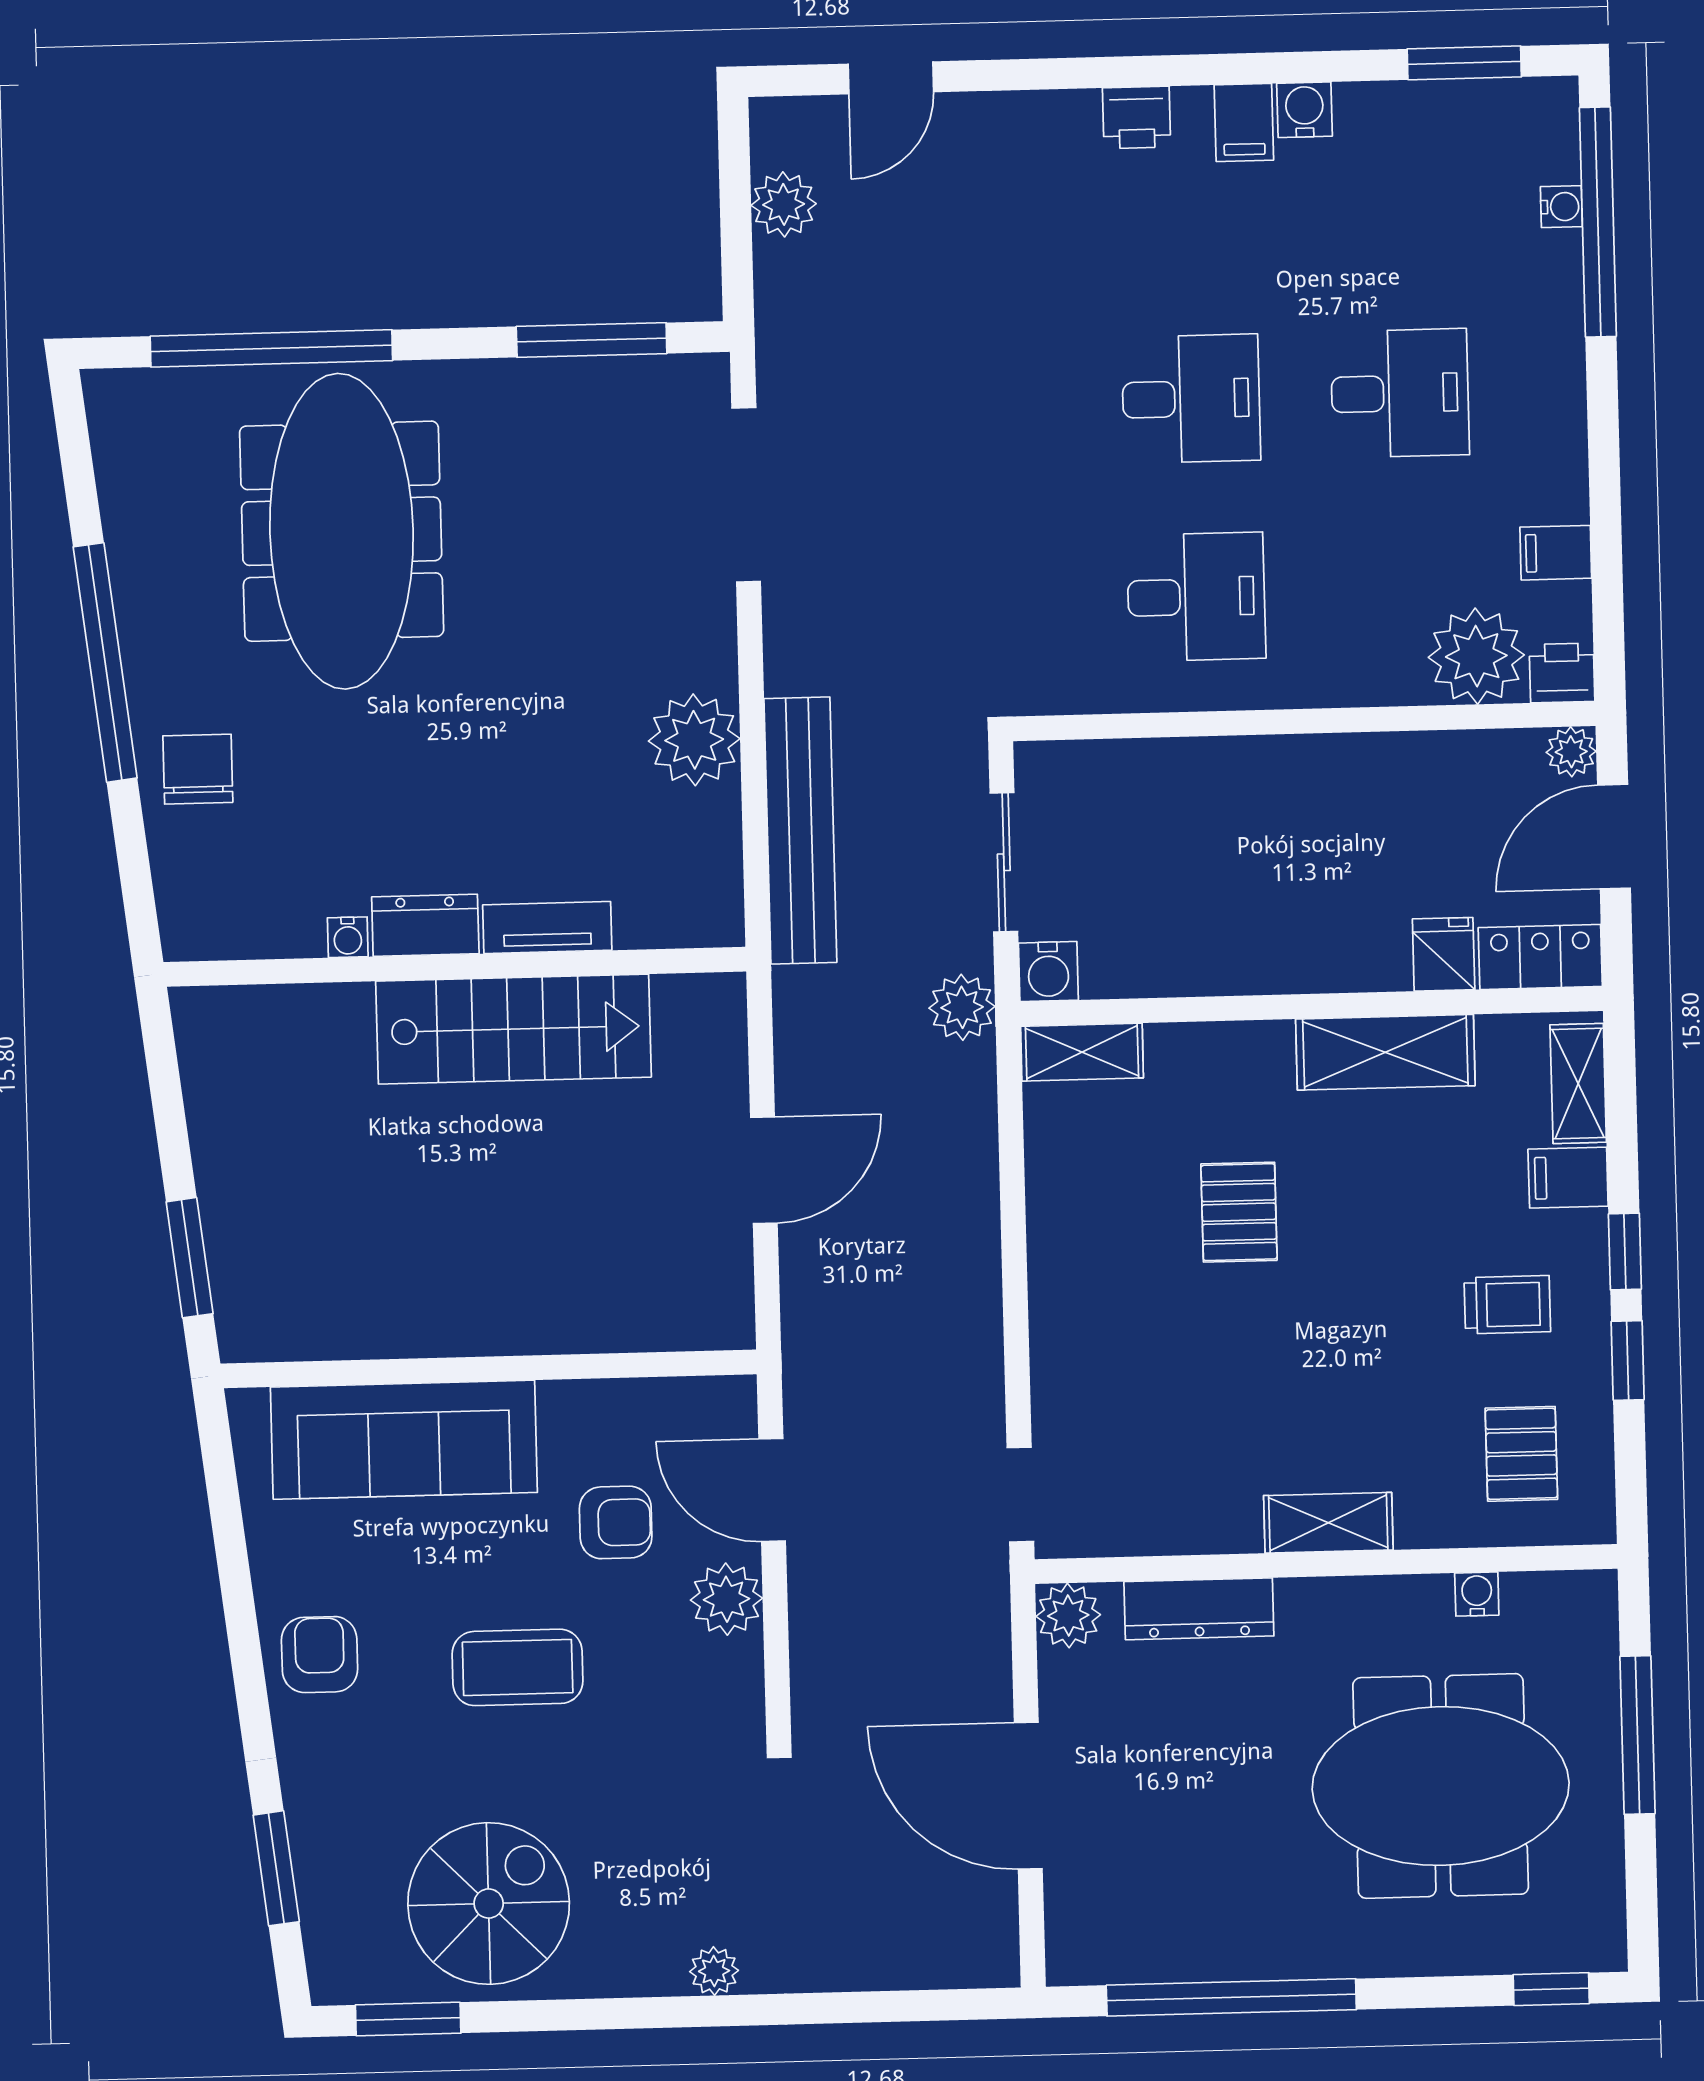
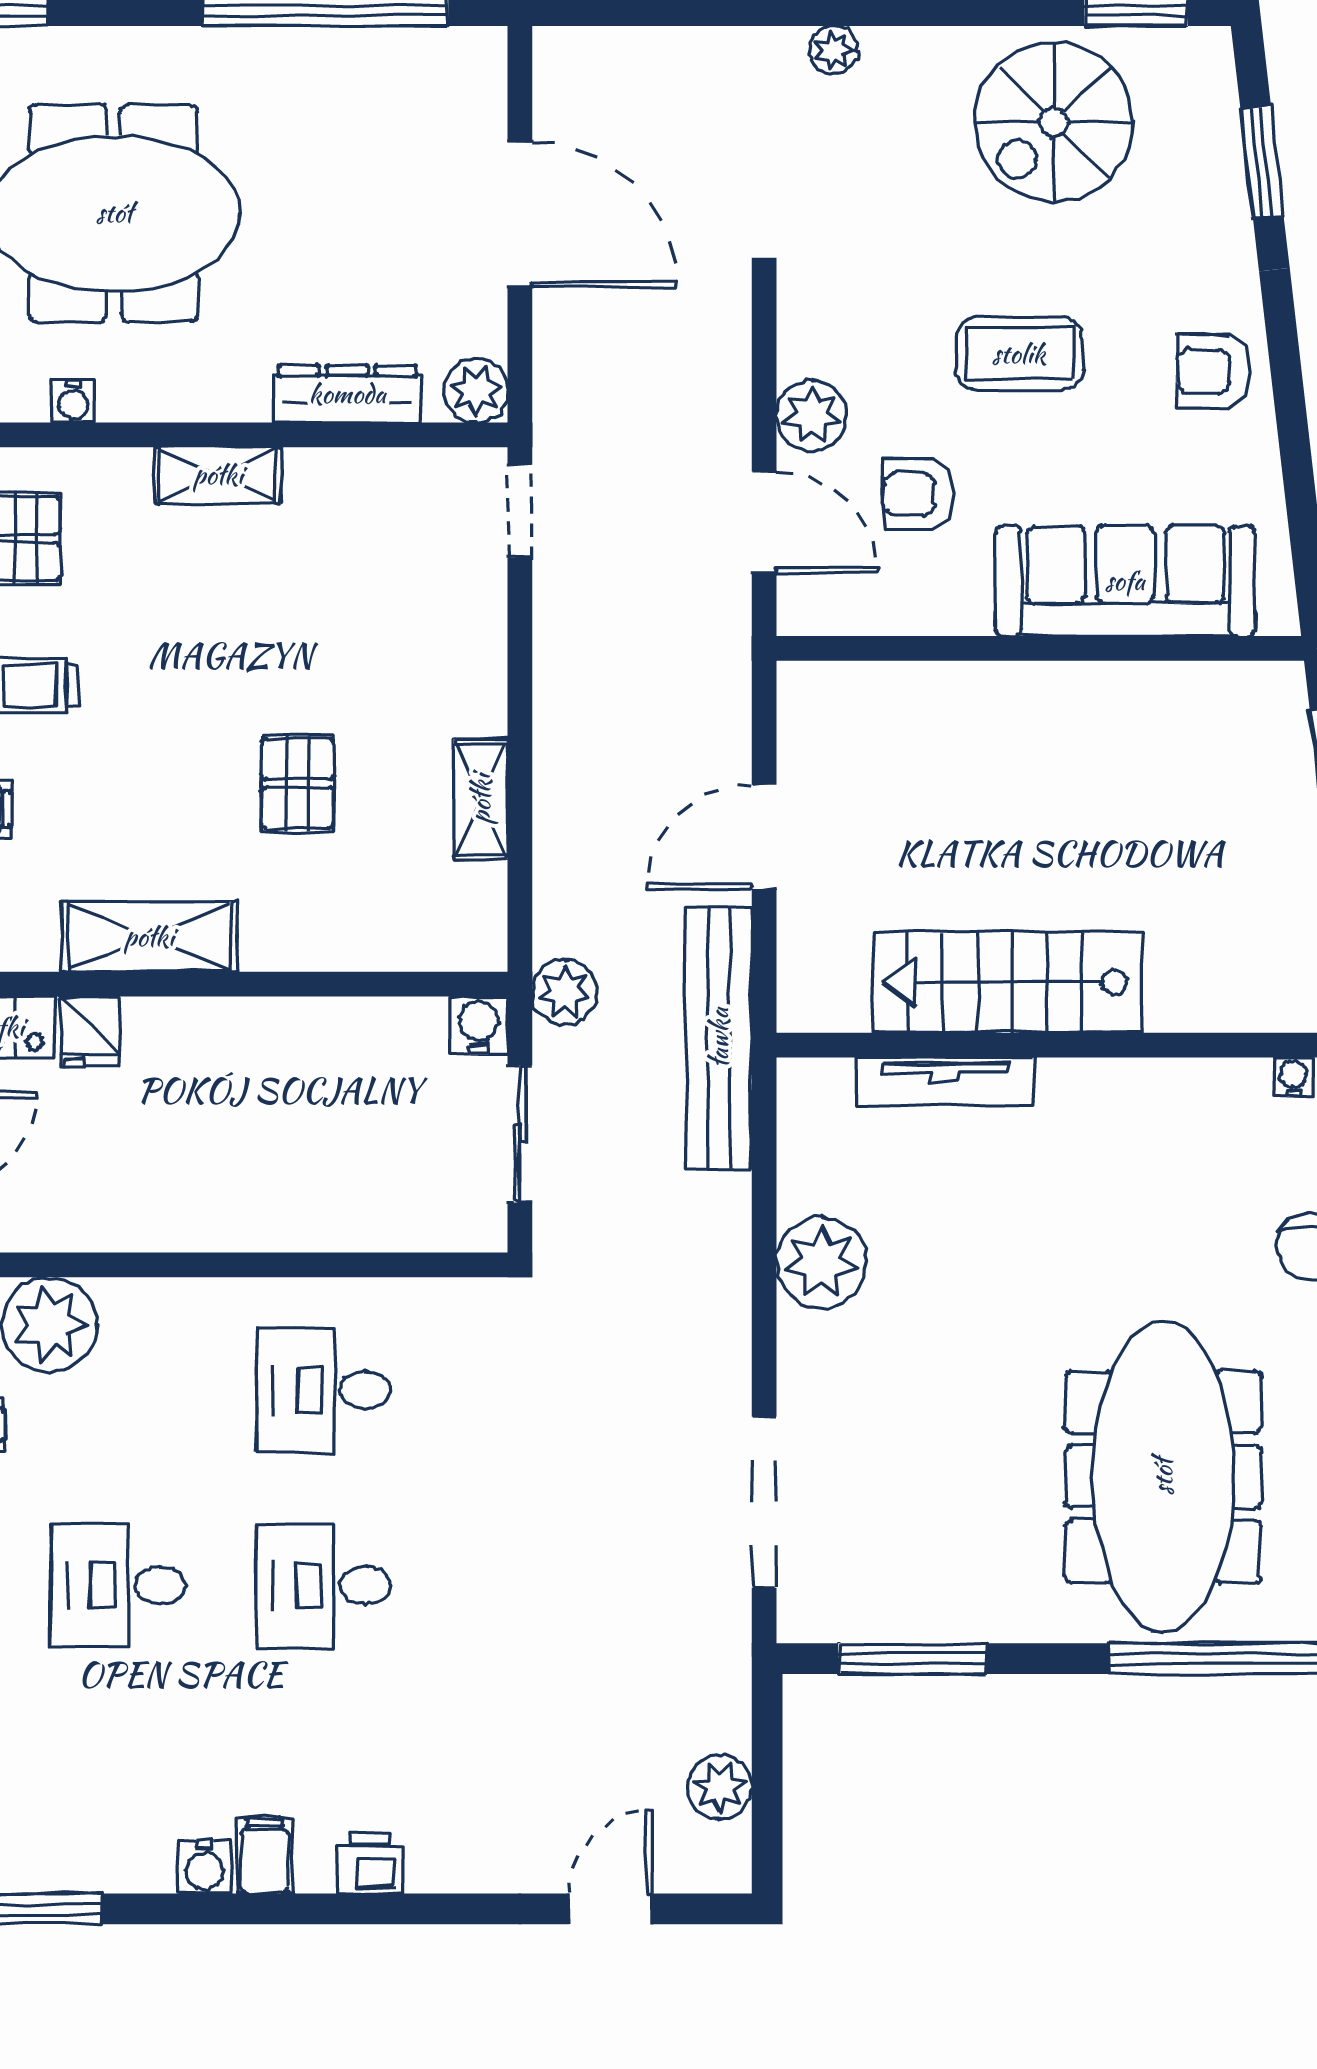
bench: (800, 830) -> (719, 1038), moved
dresser: (425, 925) -> (1091, 1087), removed
tv unit: (547, 928) -> (945, 1081), width x1.41
water cooler: (348, 937) -> (1293, 1077), moved
shelving: (1082, 1052) -> (481, 799), moved, turned 90
armchair: (320, 1655) -> (1214, 372), turned 90

